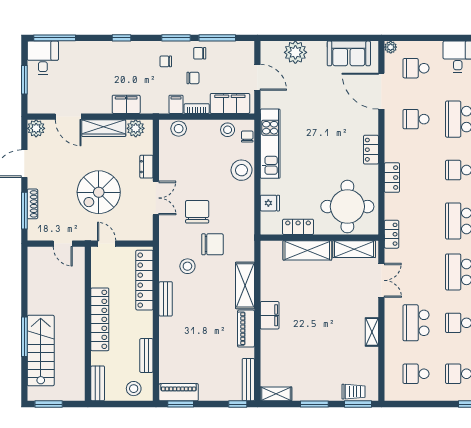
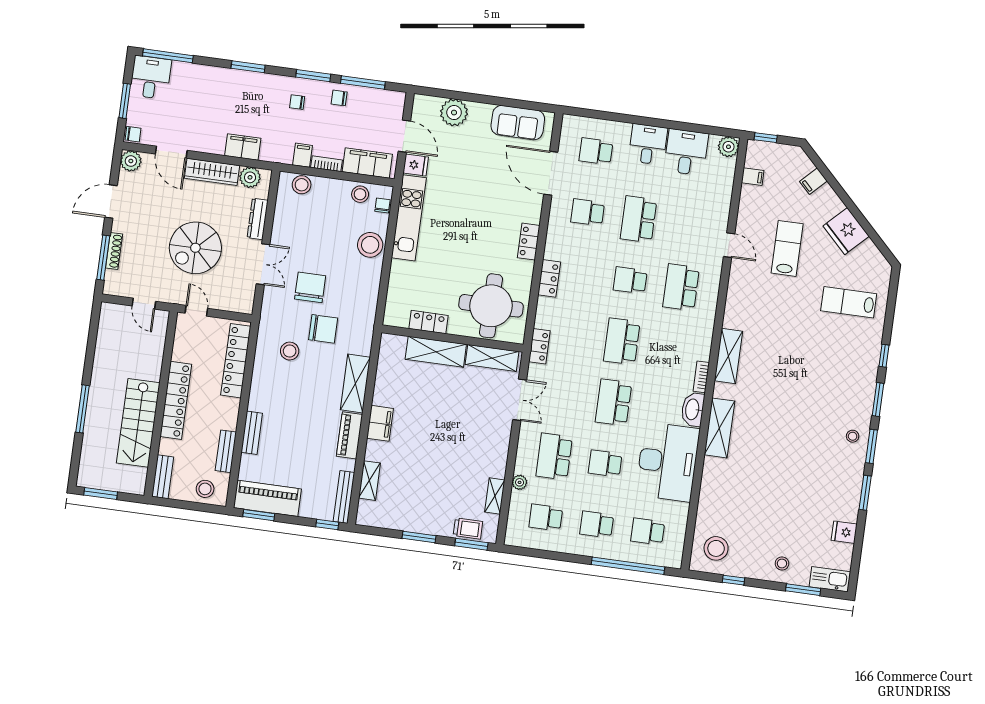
window: (122, 38) -> (248, 67), width x1.50
plant: (391, 47) -> (520, 482), moved
chair: (193, 78) -> (133, 134), moved
dresser: (146, 167) -> (258, 219), width x1.44
fridge: (270, 203) -> (416, 165), moved
bench: (166, 299) -> (252, 433), moved
shelving: (372, 332) -> (495, 496), moved
stairs: (41, 351) -> (138, 423), moved, turned 180
piano: (179, 392) -> (267, 498), width x1.37, depth x1.33
shelving: (276, 394) -> (369, 481), moved, turned 90

